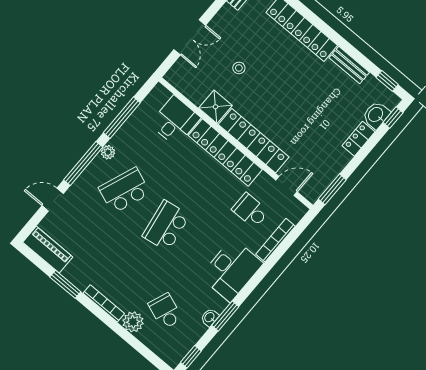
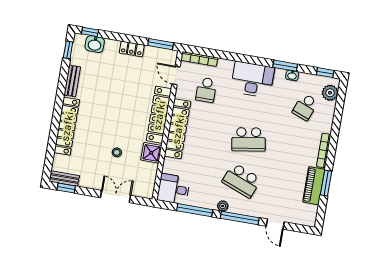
desk: (175, 121) -> (174, 189), moved
locker: (358, 139) -> (132, 49), moved
bookcase: (276, 240) -> (199, 59), moved
piano: (48, 250) -> (314, 186), moved
plant: (133, 322) -> (330, 93), moved

